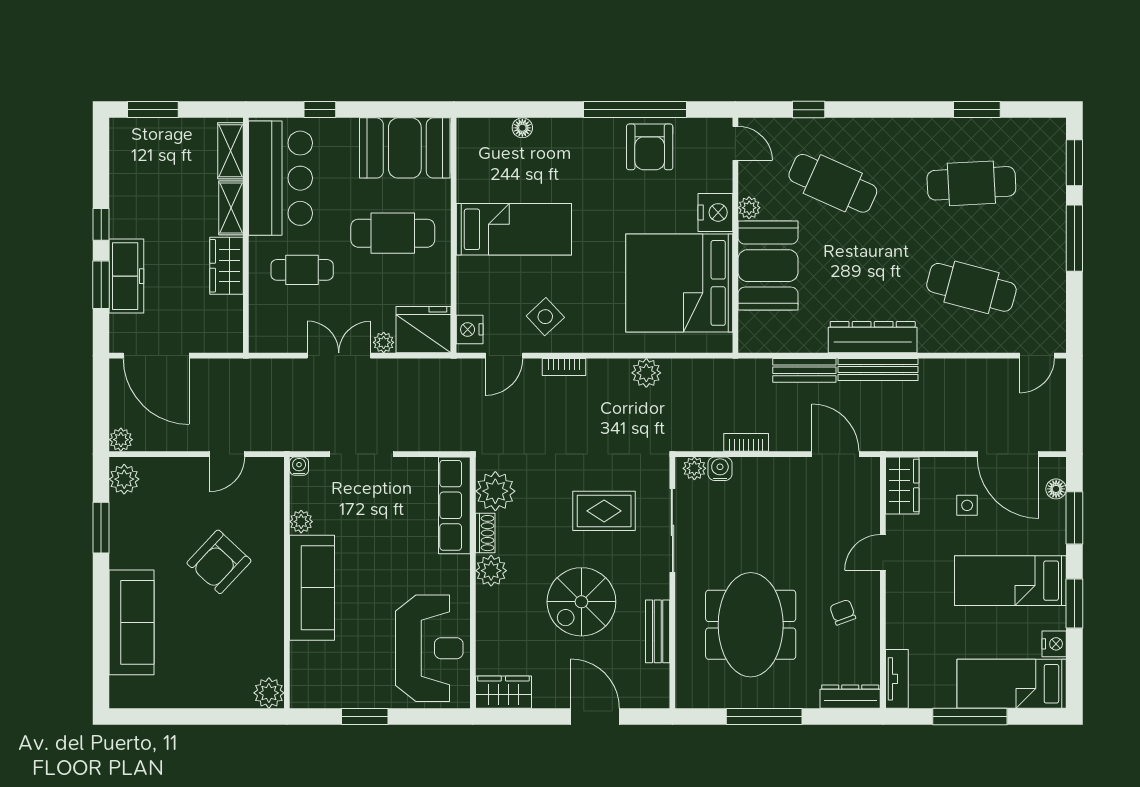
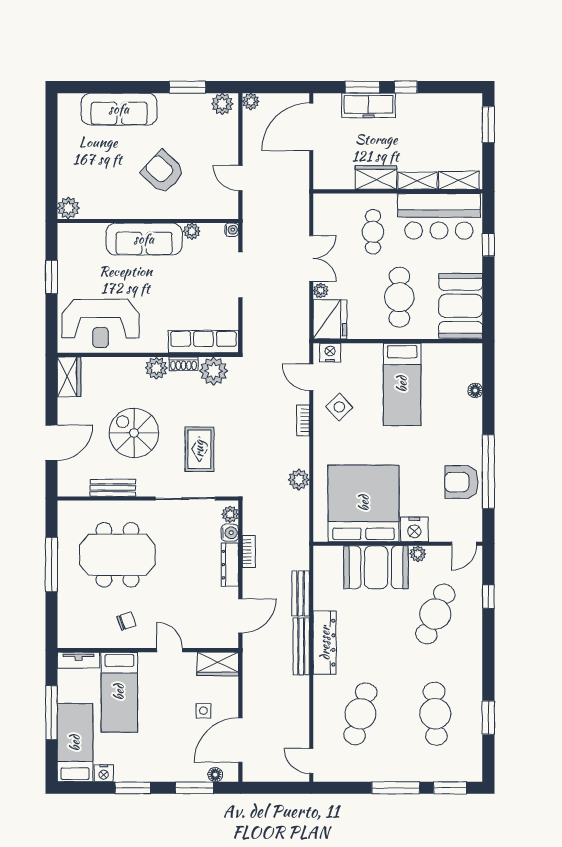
bed: (1010, 581) -> (119, 692), moved, turned 180
dresser: (850, 697) -> (230, 565), moved, turned 180

